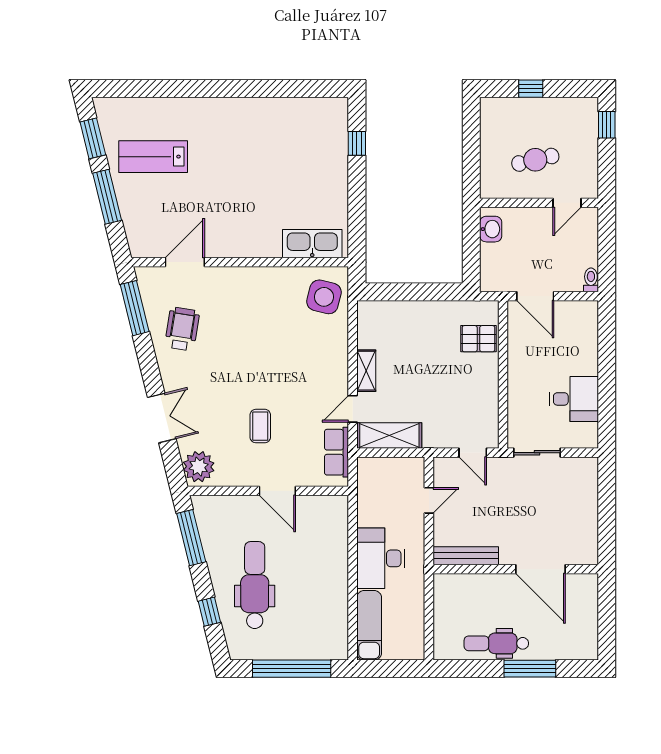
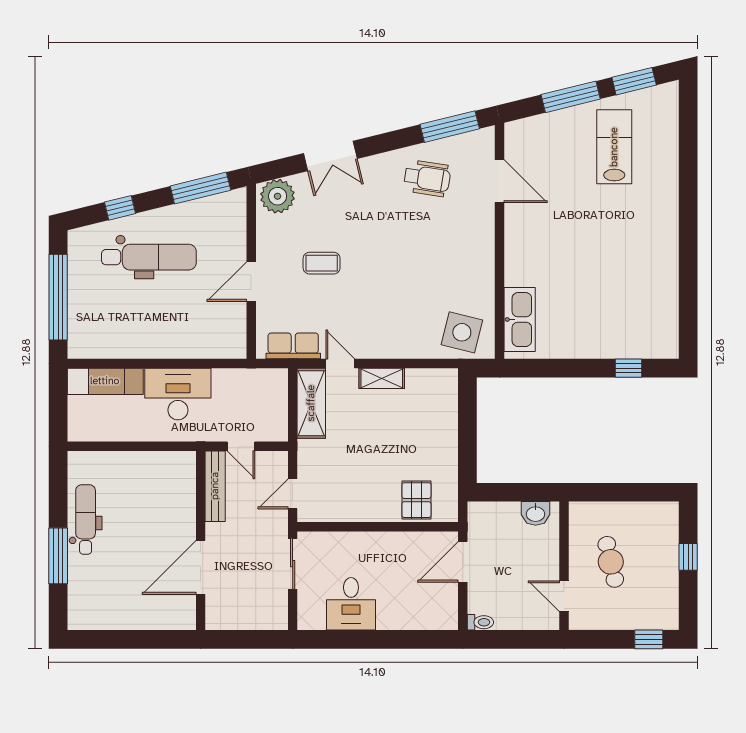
bench: (466, 556) -> (215, 486), moved
wall: (516, 569) -> (201, 541), moved
door: (540, 569) -> (201, 567), moved

